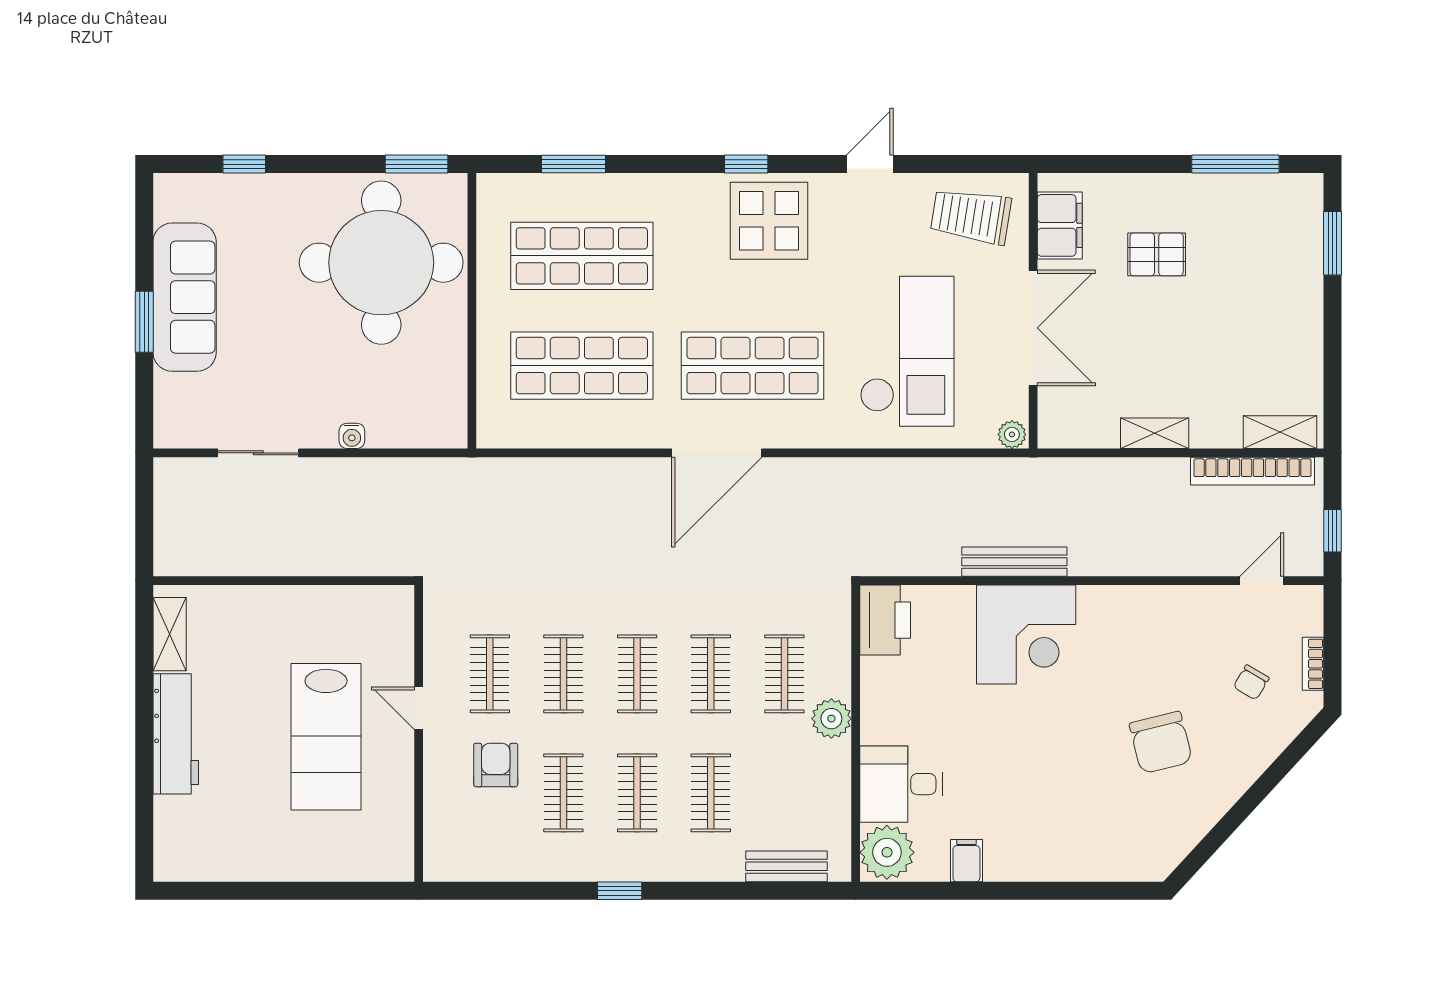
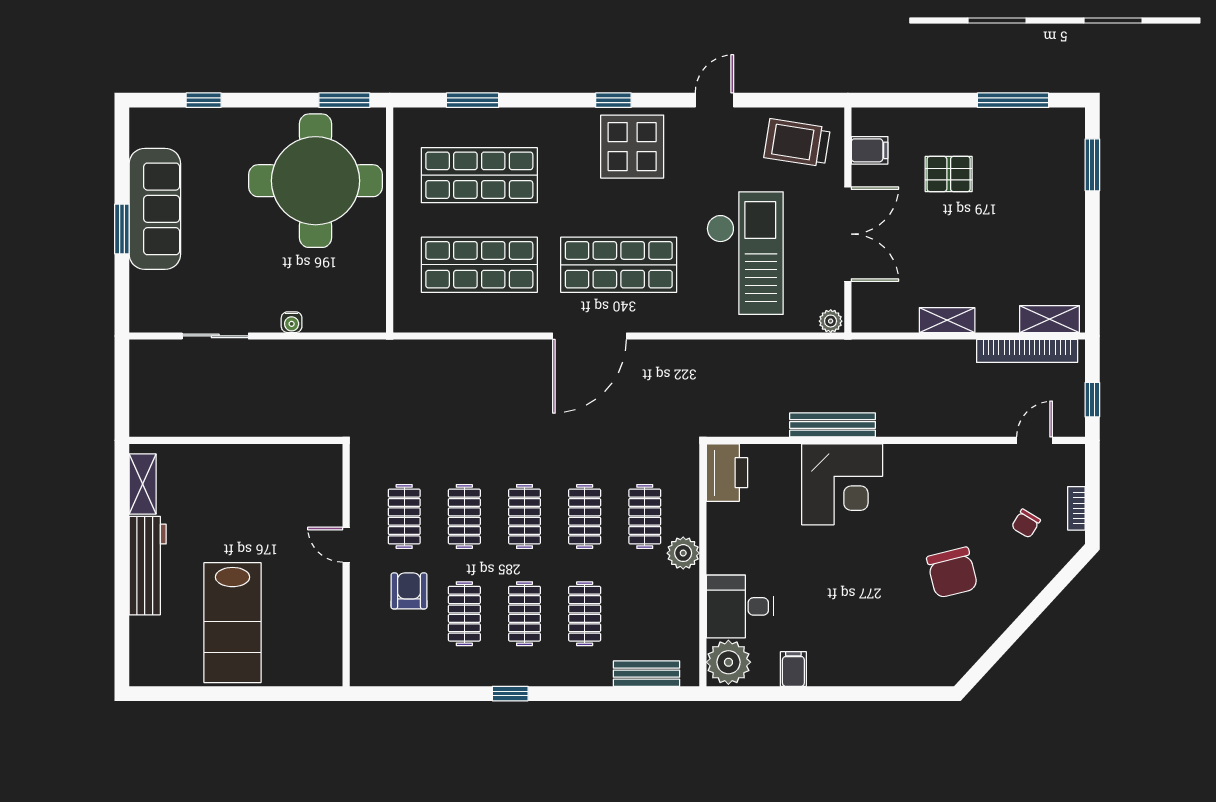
filing cabinet: (1060, 225) -> (870, 150), width x0.50
lab bench: (326, 737) -> (233, 623), moved

